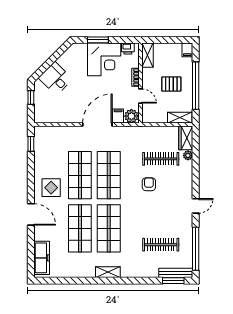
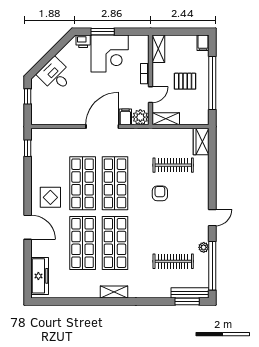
printer: (128, 48) -> (83, 41), moved
door: (141, 96) -> (151, 95), hinge flipped
shelving: (180, 118) -> (166, 119), moved
plant: (188, 155) -> (204, 247), moved

